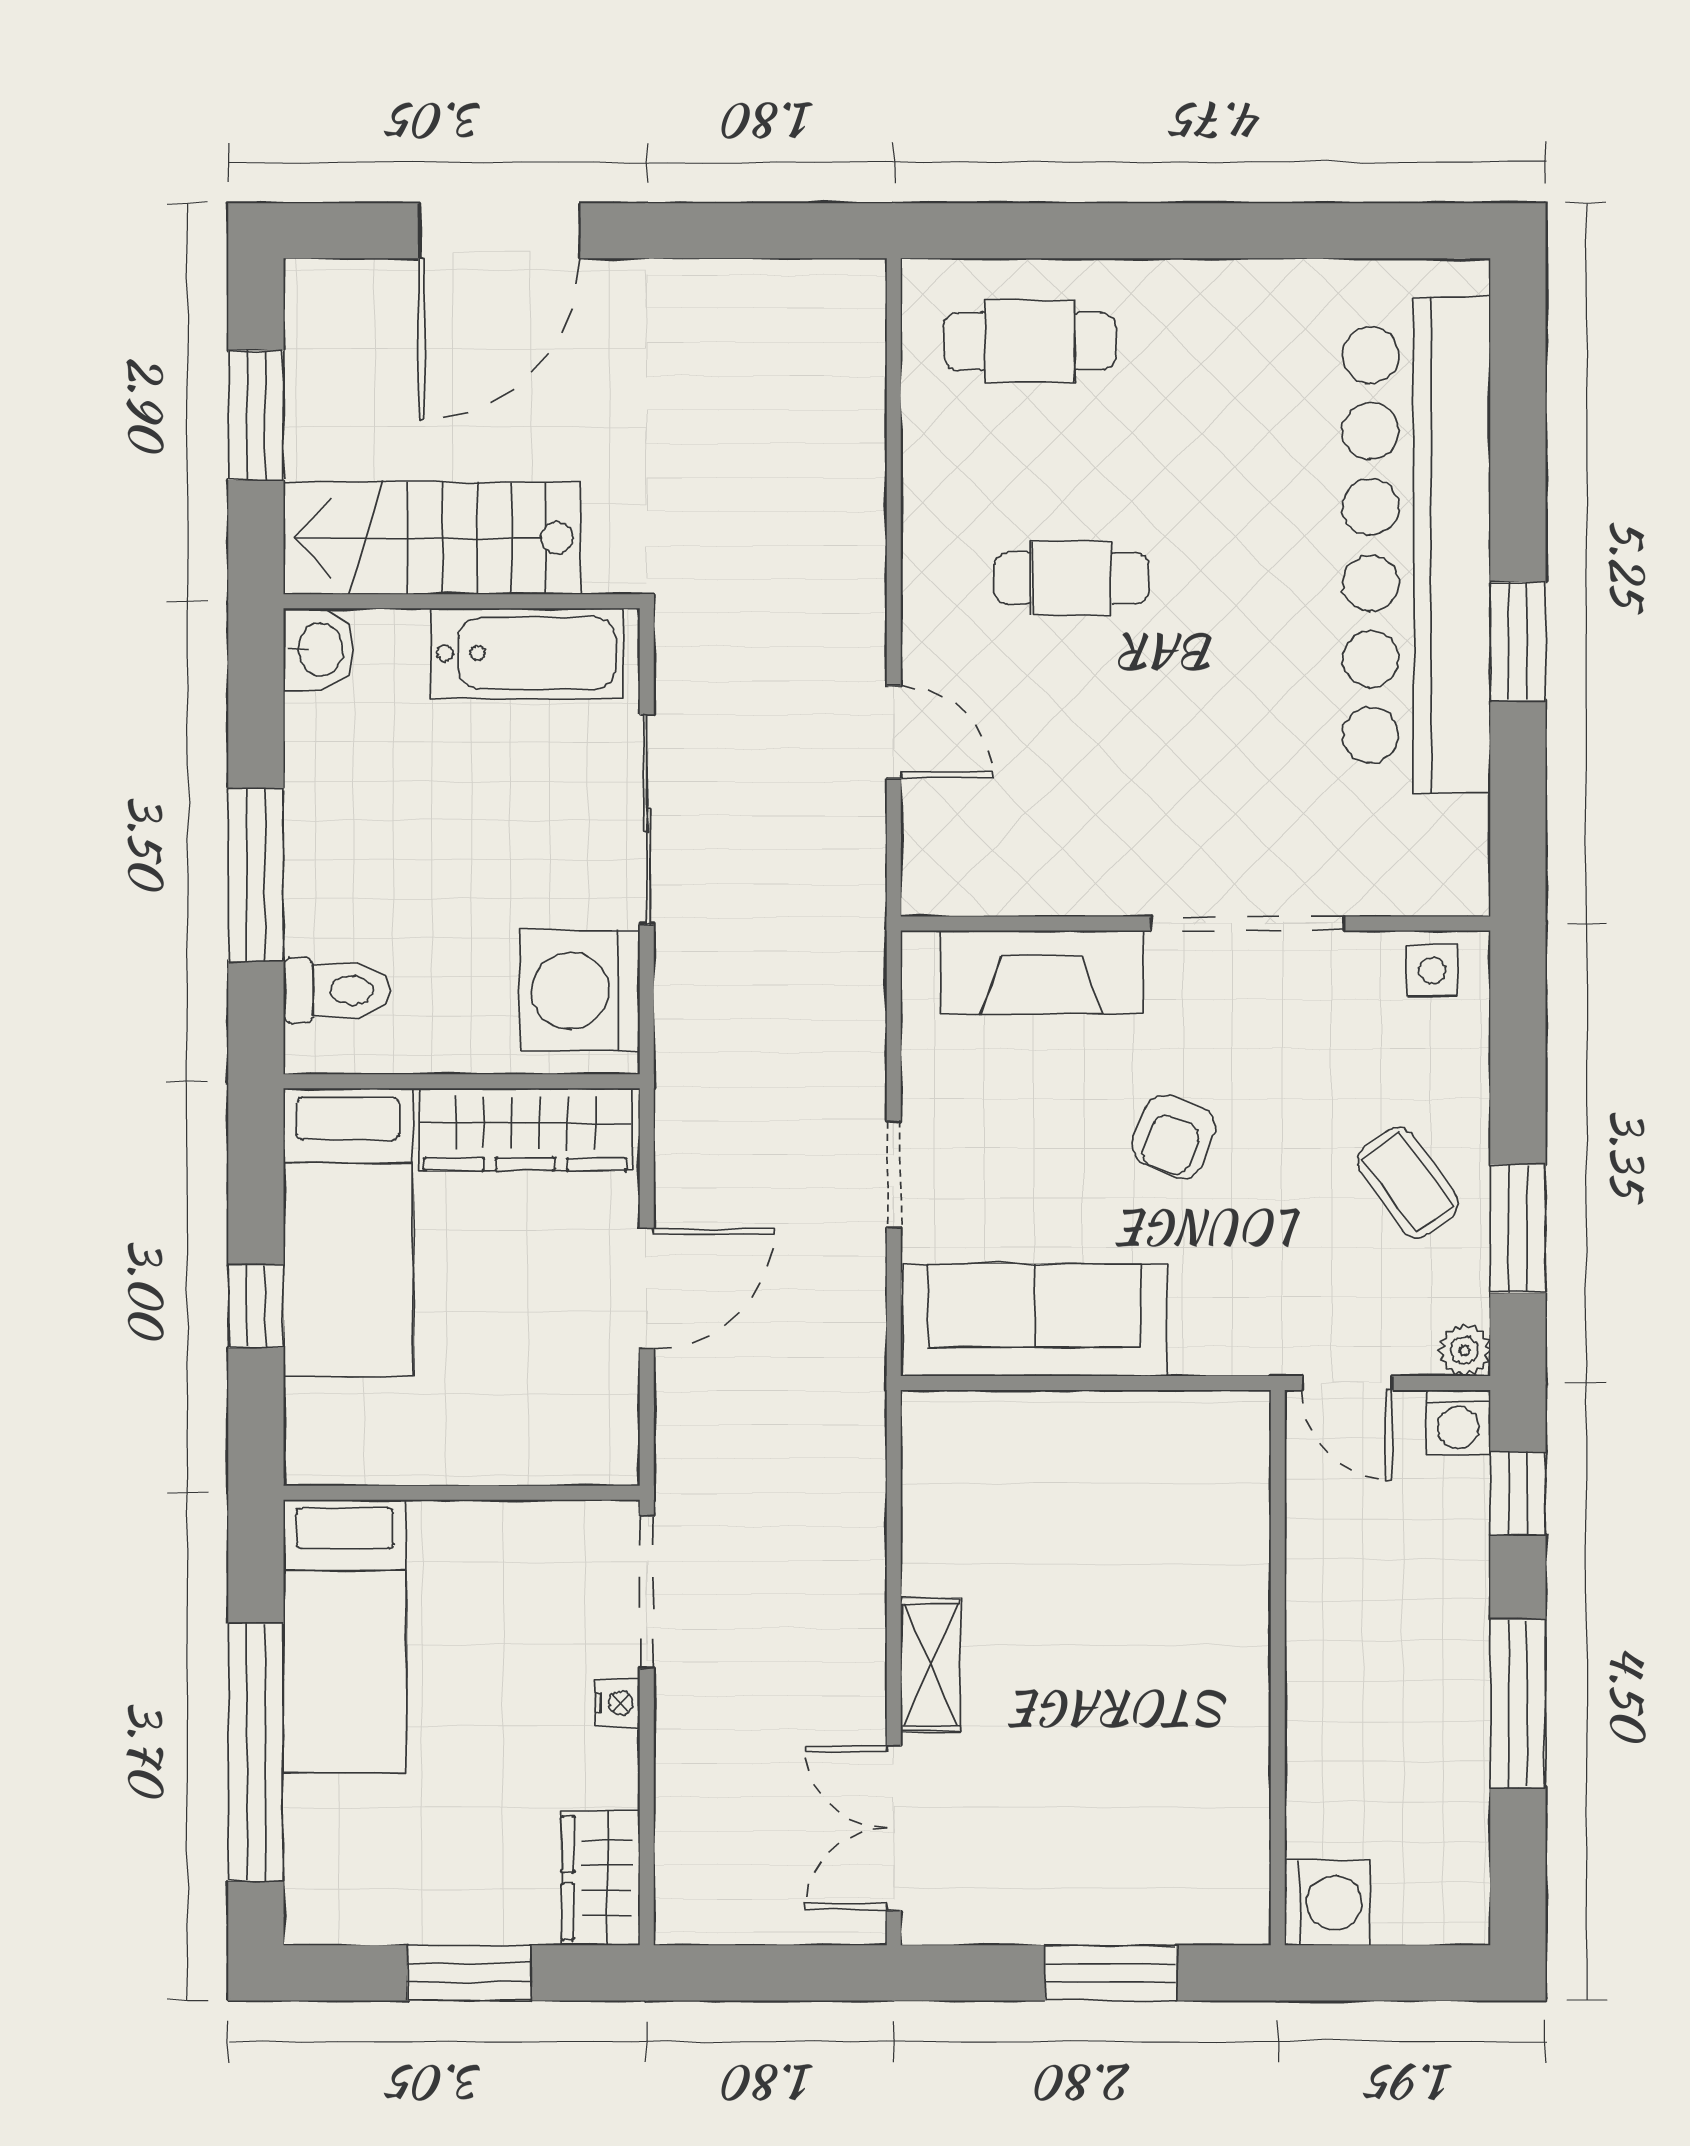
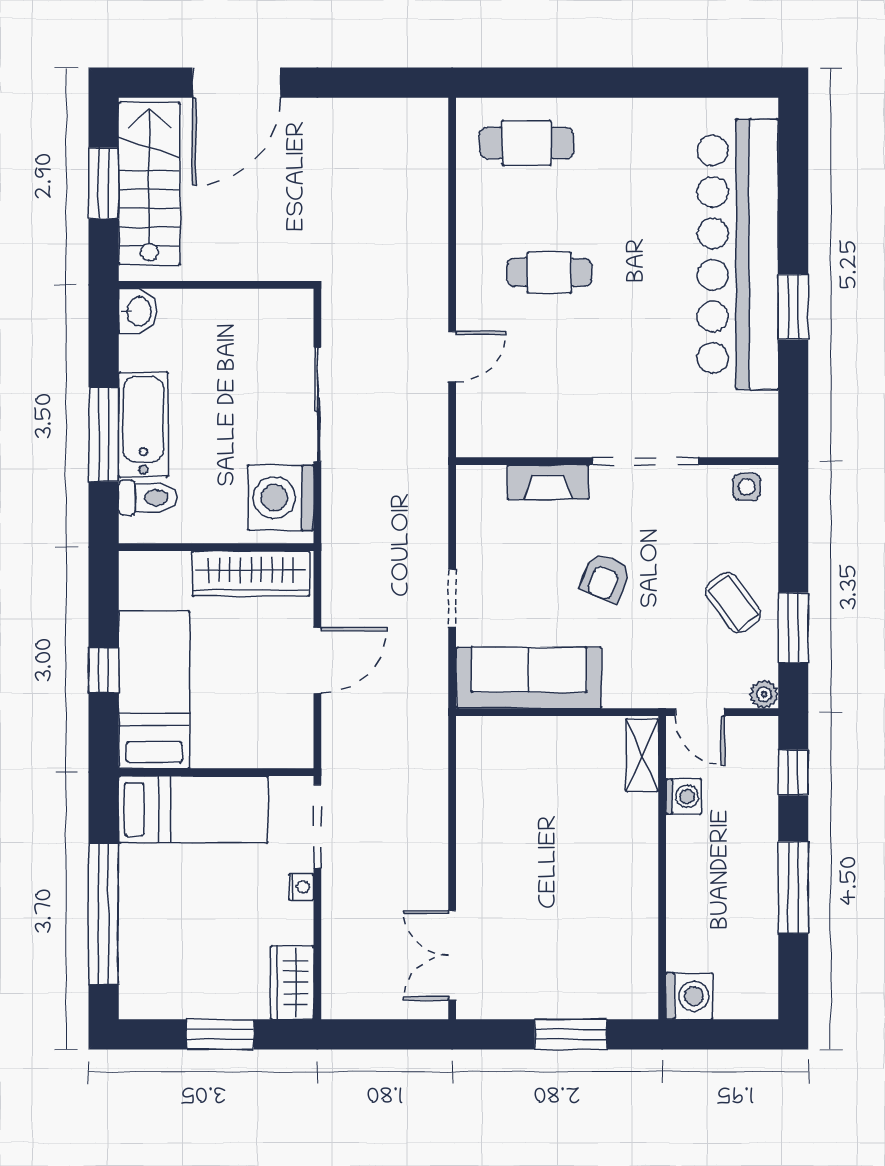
stairs: (432, 538) -> (149, 184), moved, turned 90
bathtub: (527, 653) -> (143, 425), moved, turned -90
door: (894, 732) -> (452, 357), hinge flipped
fireplace: (1042, 972) -> (548, 482), width x0.73, depth x0.76
bed: (348, 1232) -> (154, 690), moved, turned 180
washing machine: (1458, 1422) -> (683, 796), moved, turned -90
bed: (345, 1636) -> (193, 809), moved, turned -90
shelving: (930, 1665) -> (642, 755), moved

